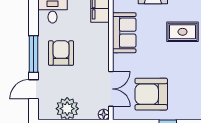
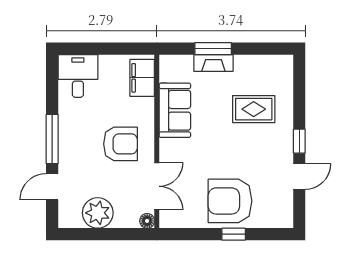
armchair: (61, 53) -> (120, 144), moved, turned 90
armchair: (151, 94) -> (230, 201), moved

